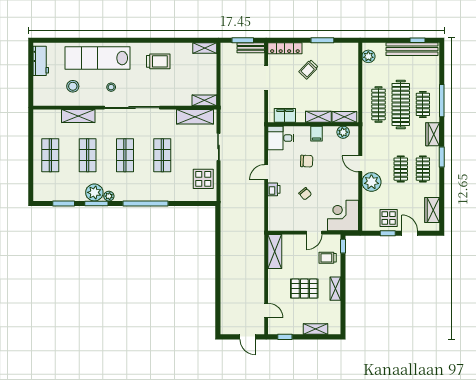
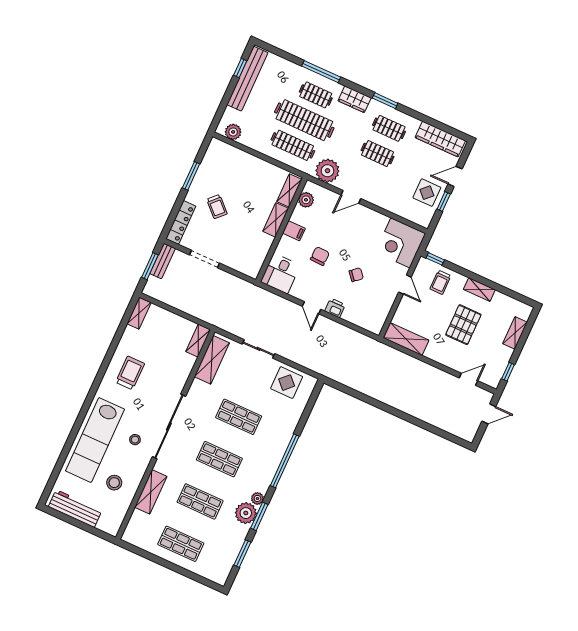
workbench: (41, 61) -> (75, 509), width x1.38
filing cabinet: (285, 115) -> (257, 257), removed
plant: (371, 182) -> (327, 171), moved
wardrobe: (432, 210) -> (440, 139), width x1.50

